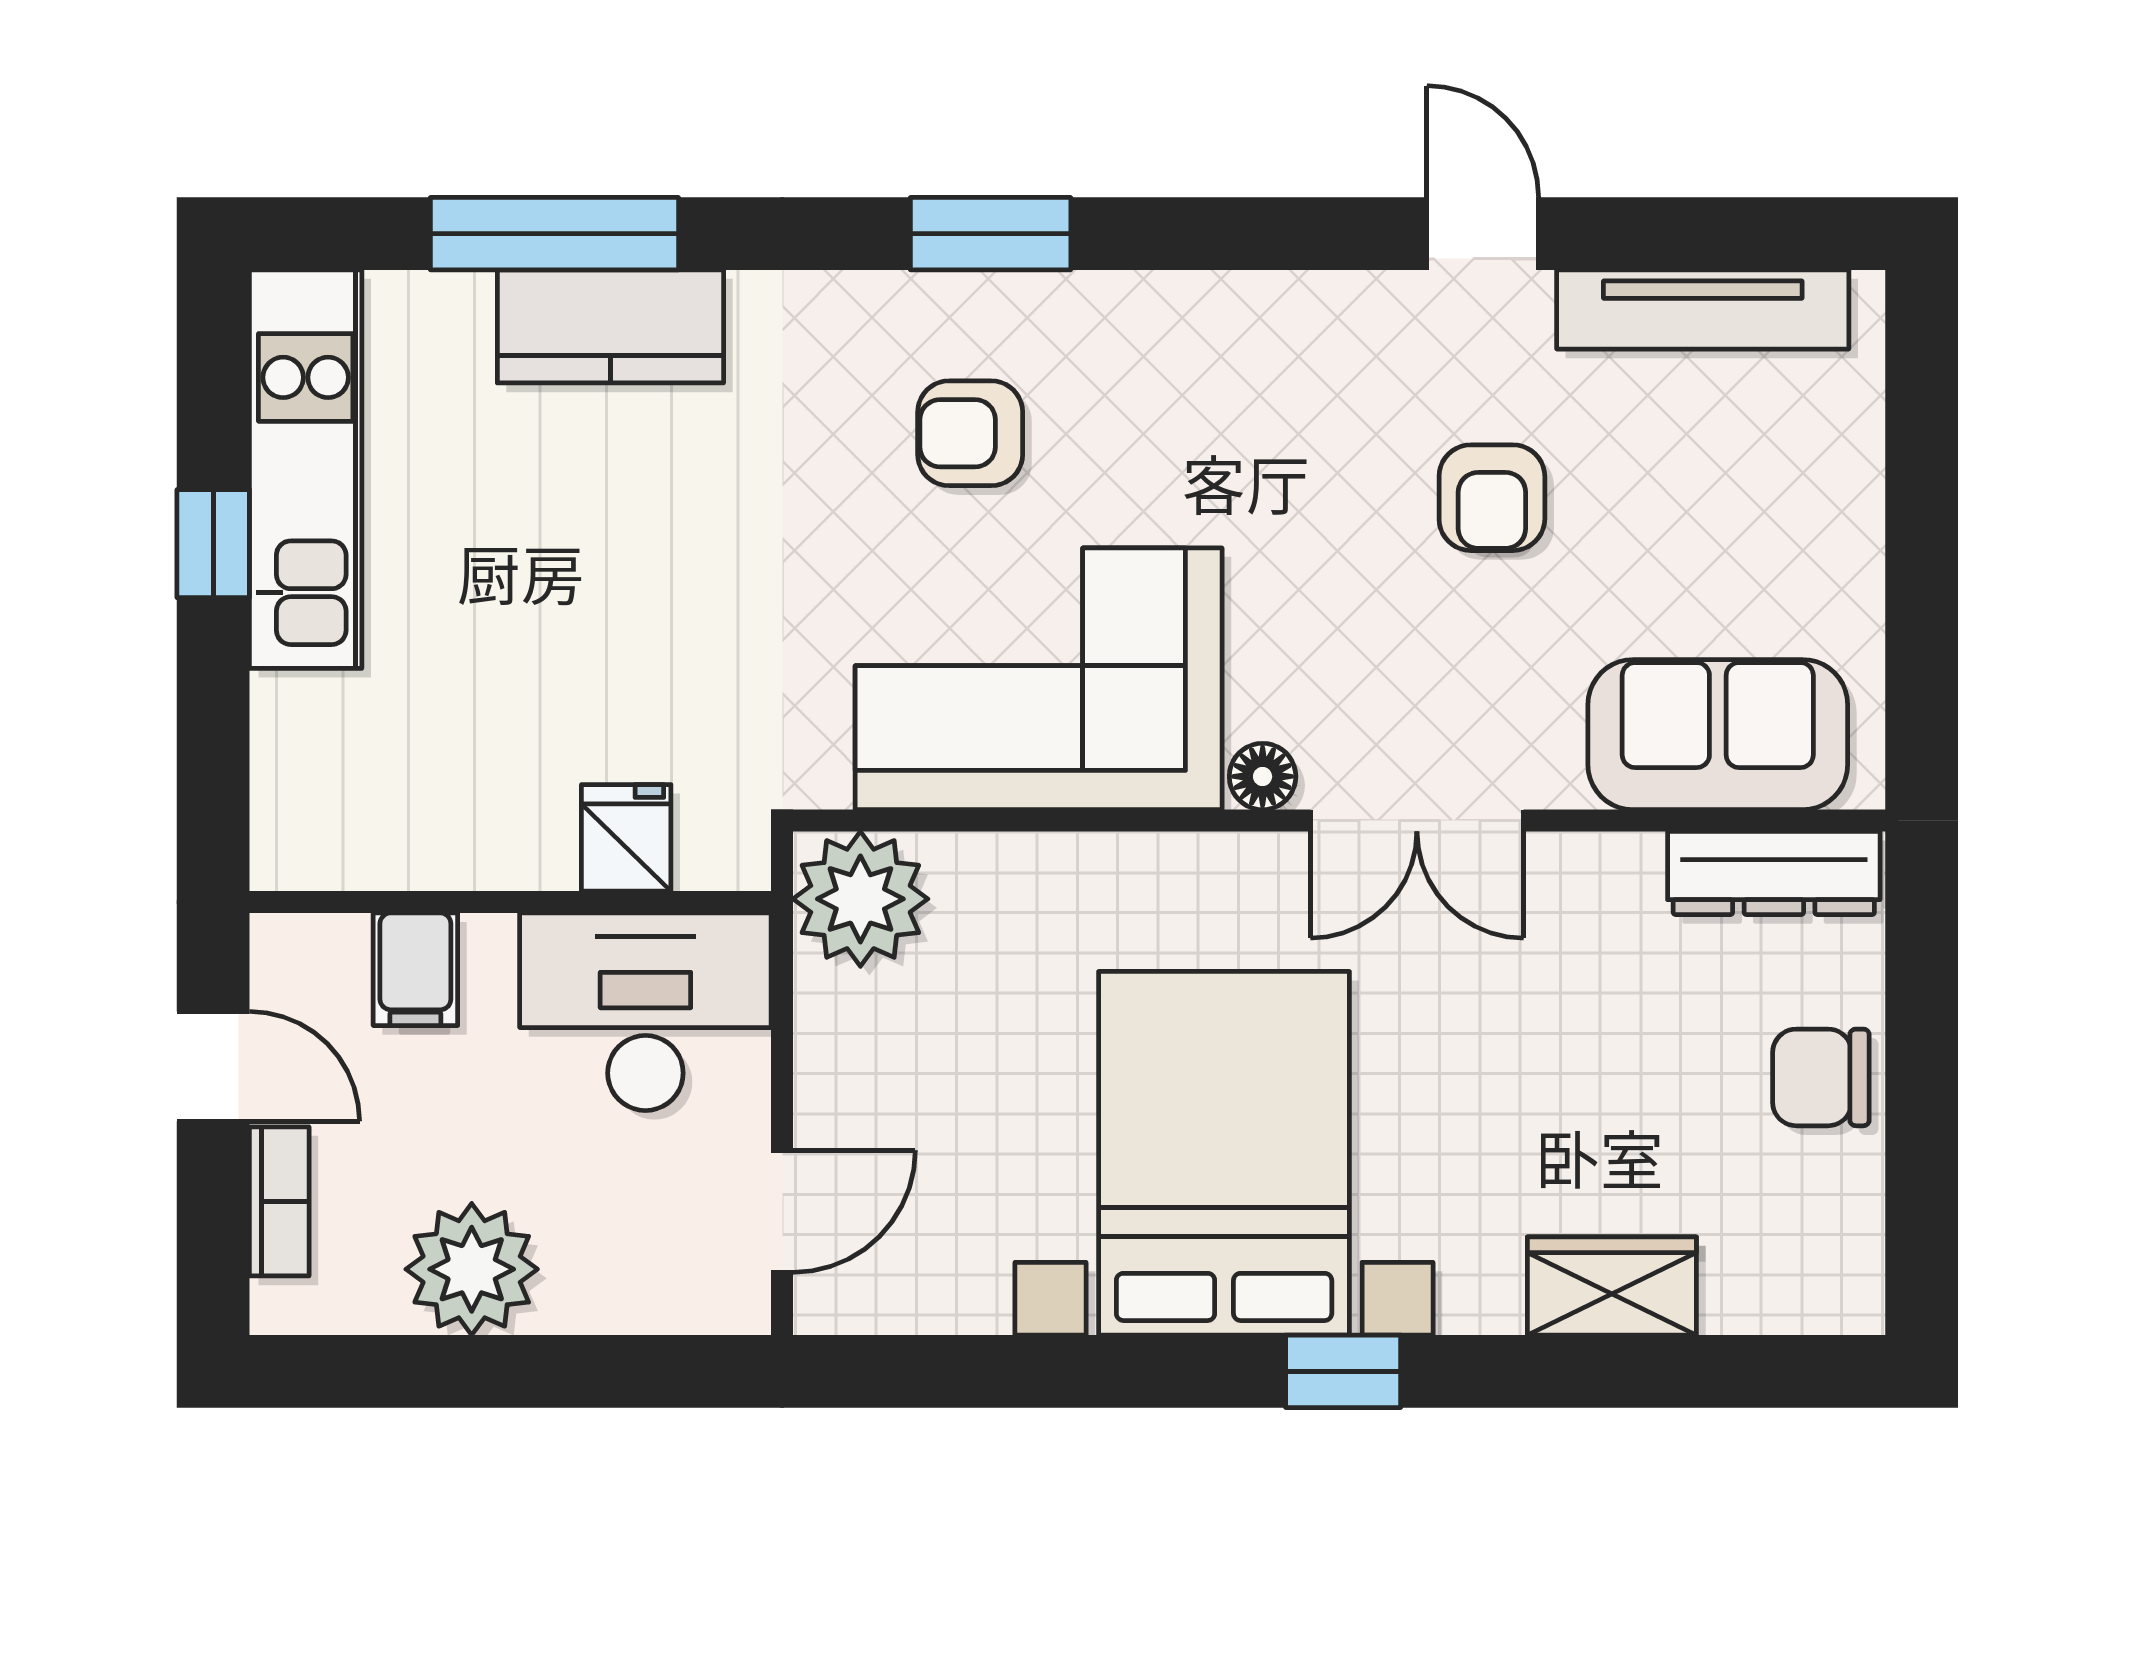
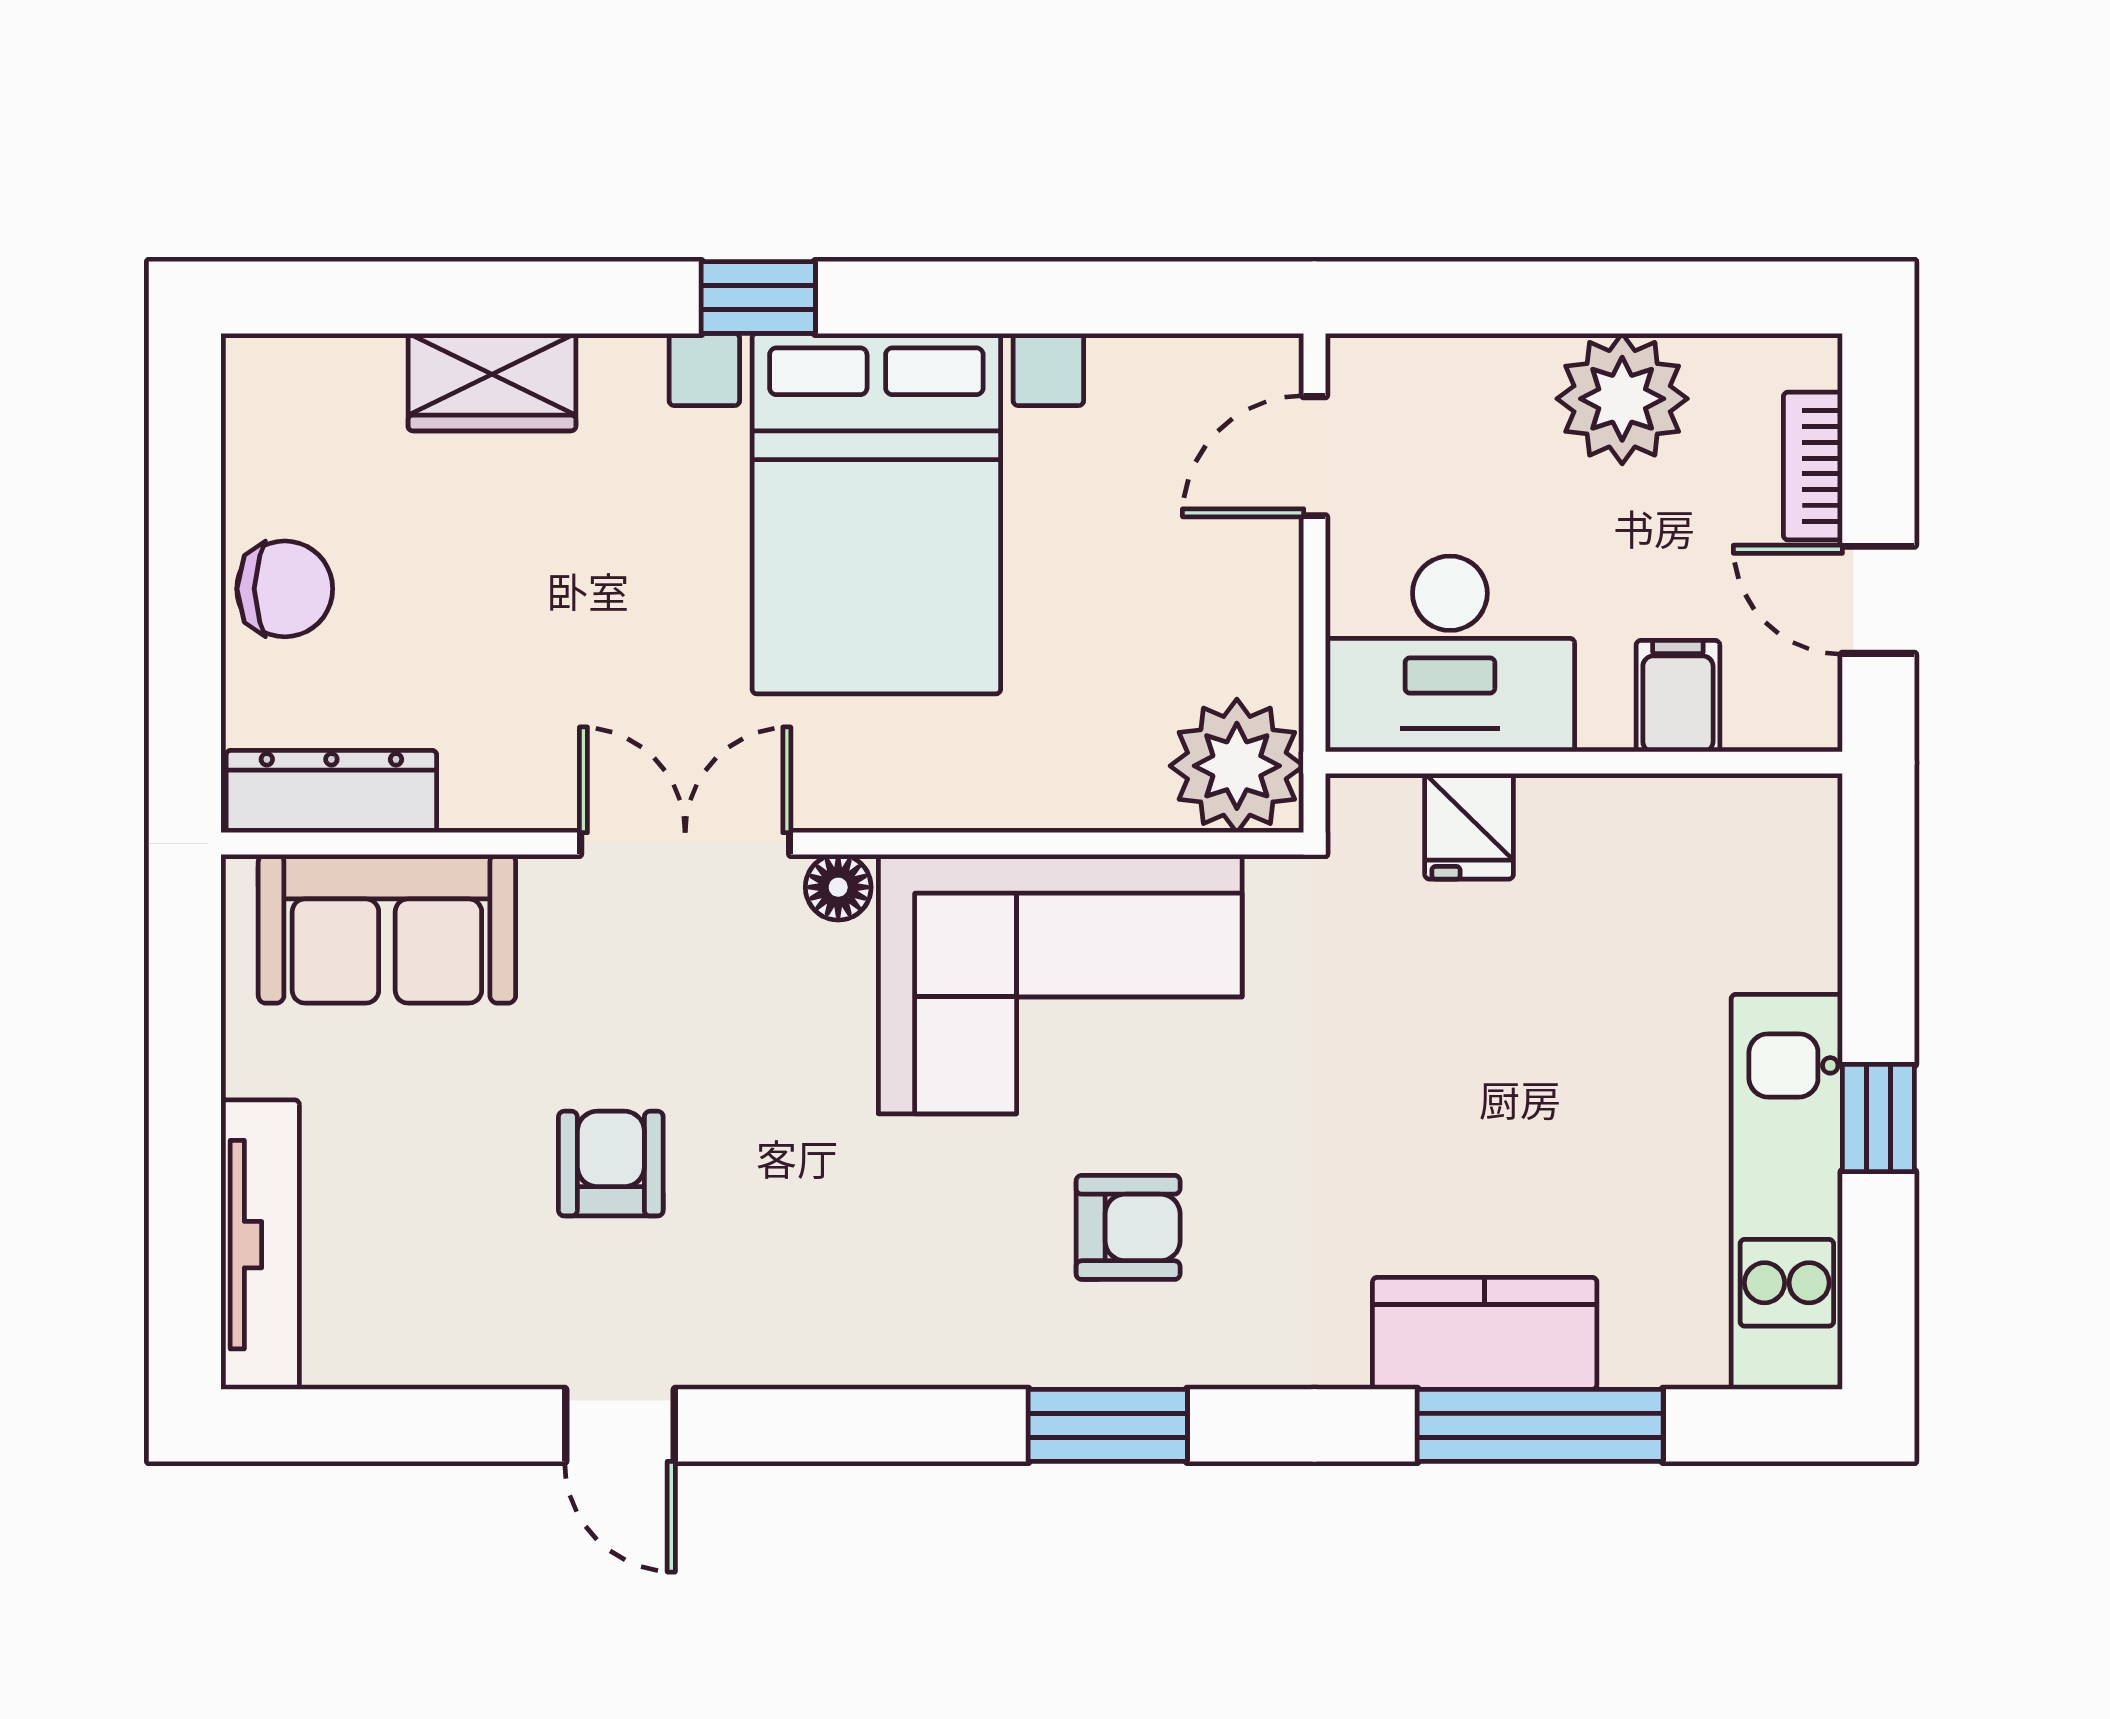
tv unit: (1703, 309) -> (260, 1245), moved, turned 90

